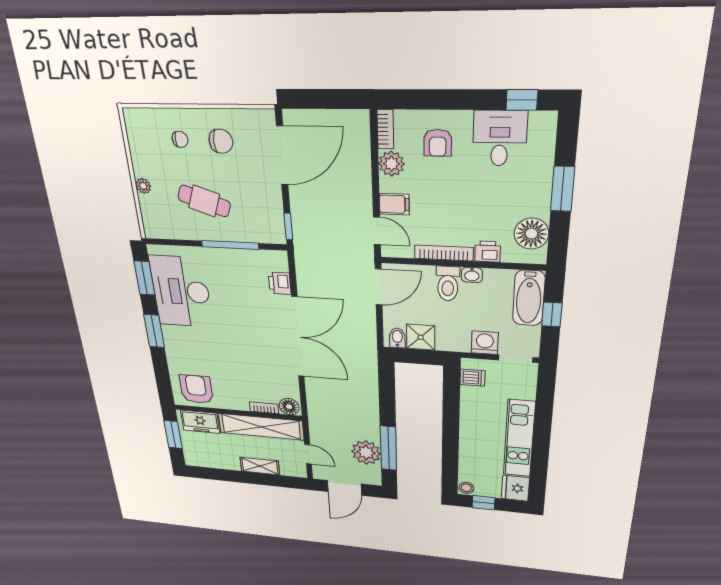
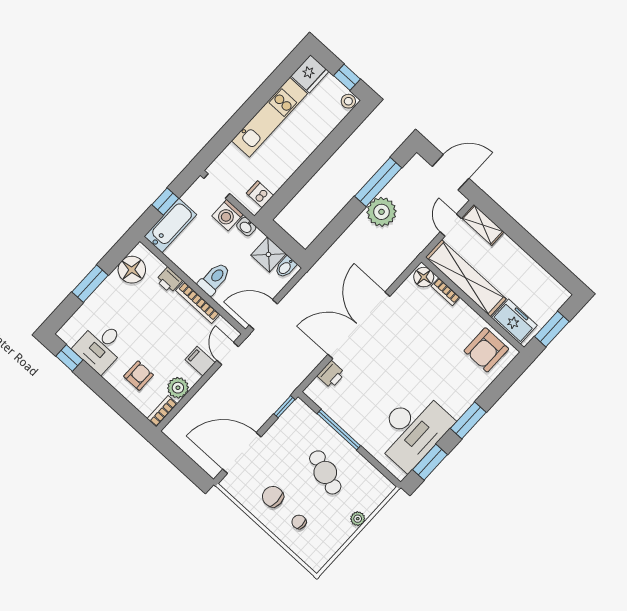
washbasin: (472, 275) -> (246, 227), moved, turned 180
plant: (366, 452) -> (382, 212), moved
shelving: (260, 466) -> (483, 225), moved

